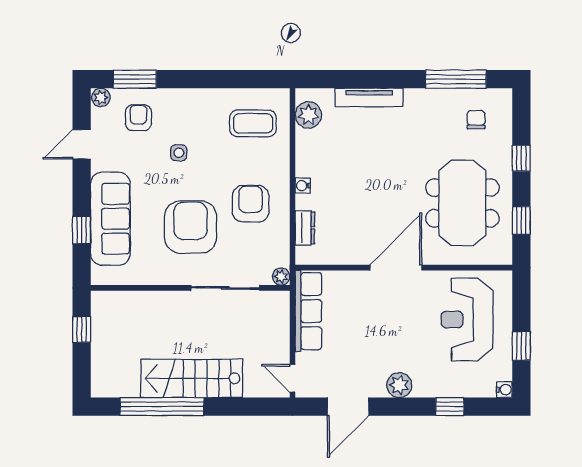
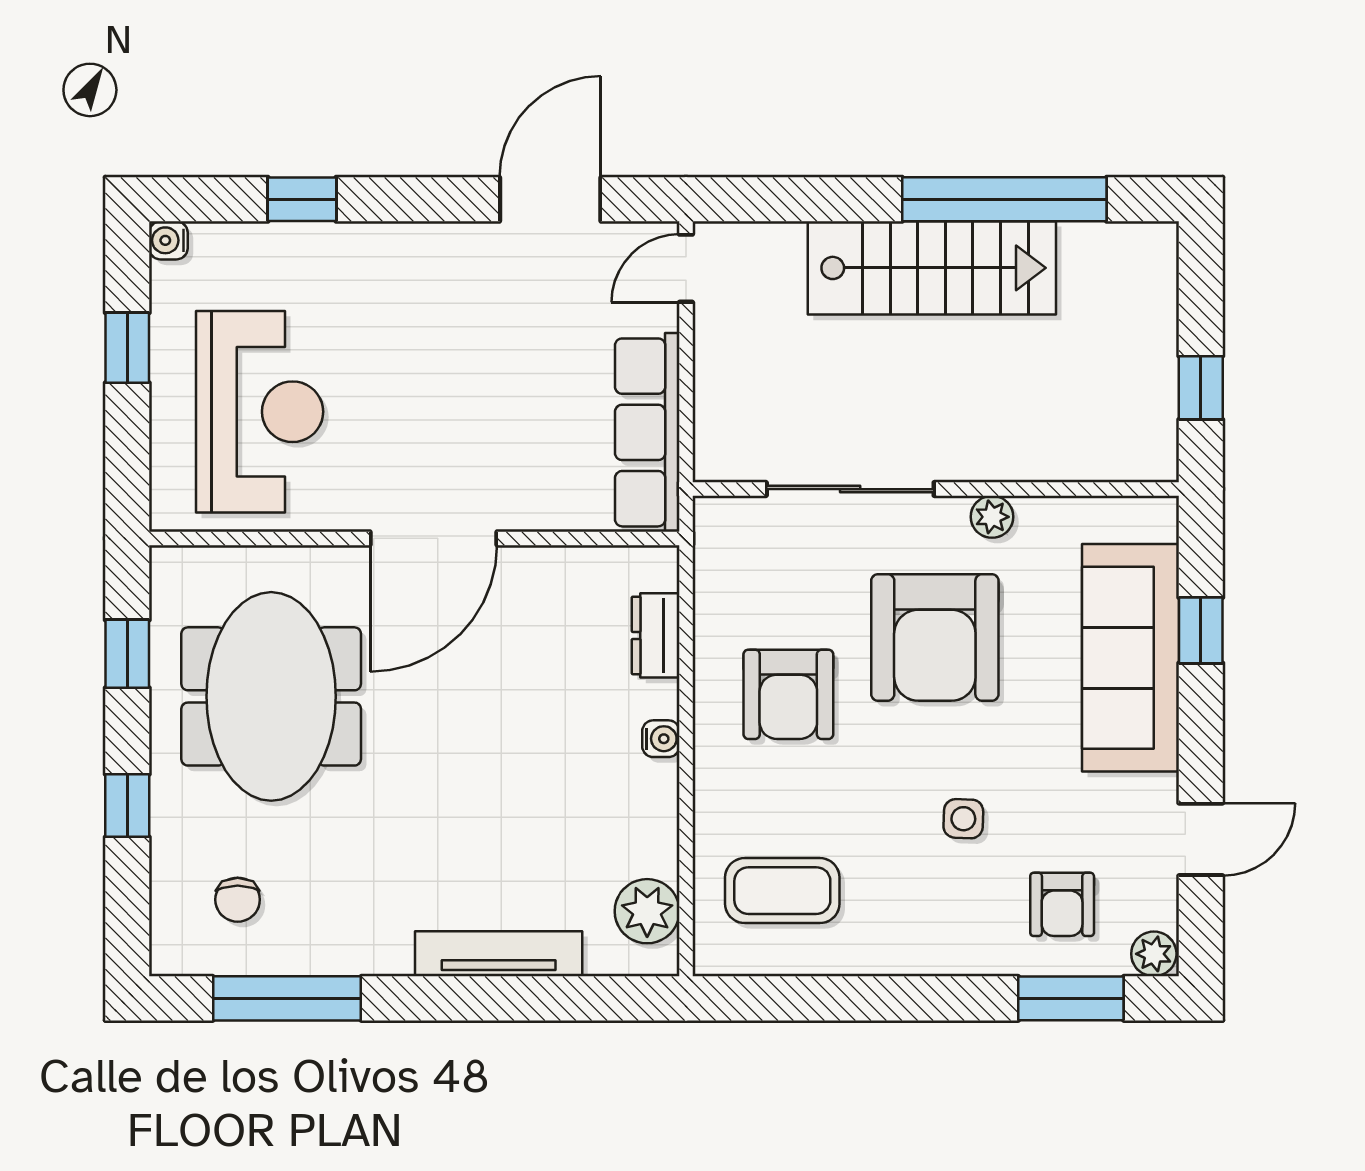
plant: (281, 276) -> (992, 517), moved
door: (292, 378) -> (686, 268), swing flipped
plant: (399, 385) -> (425, 252), removed

